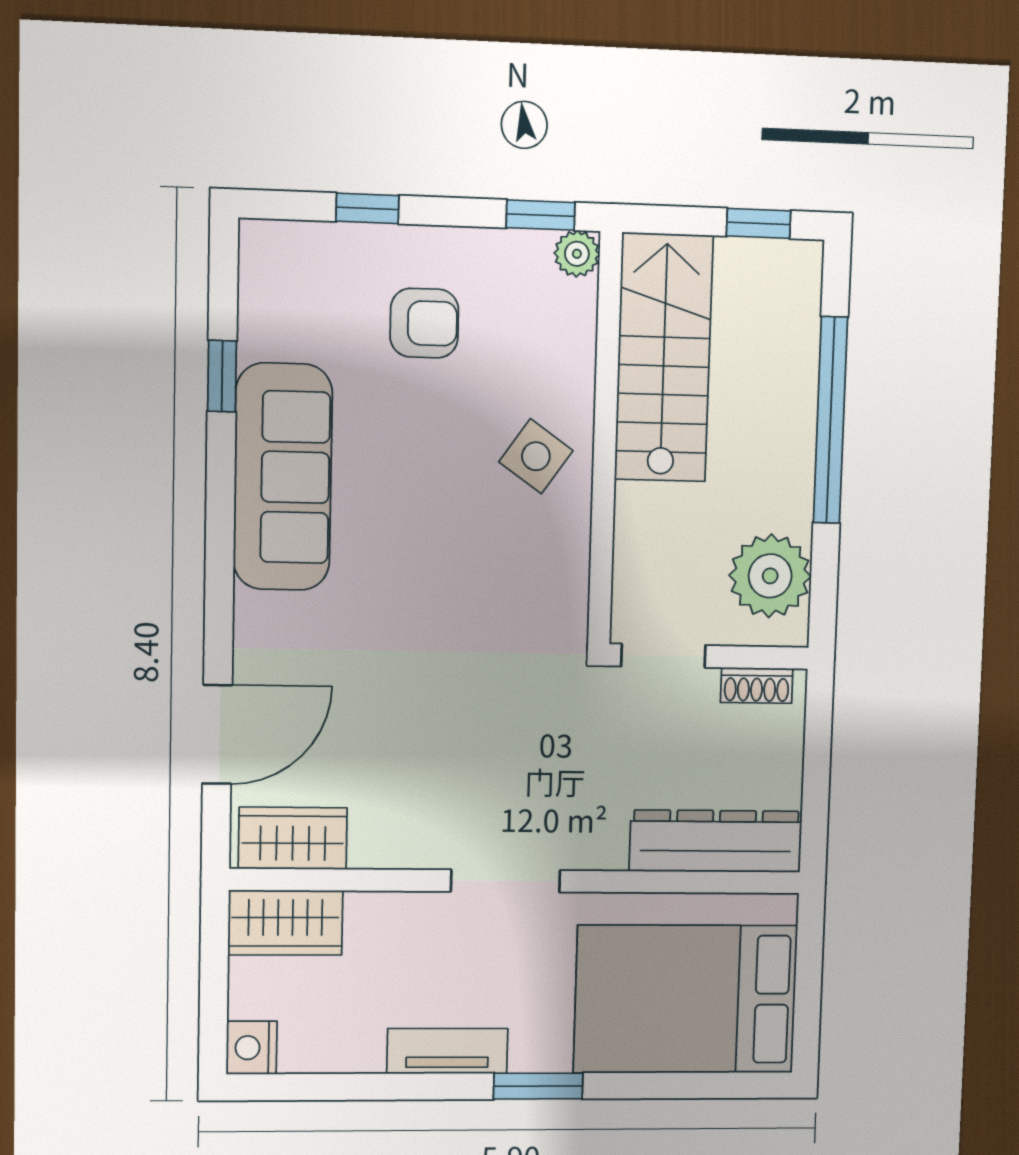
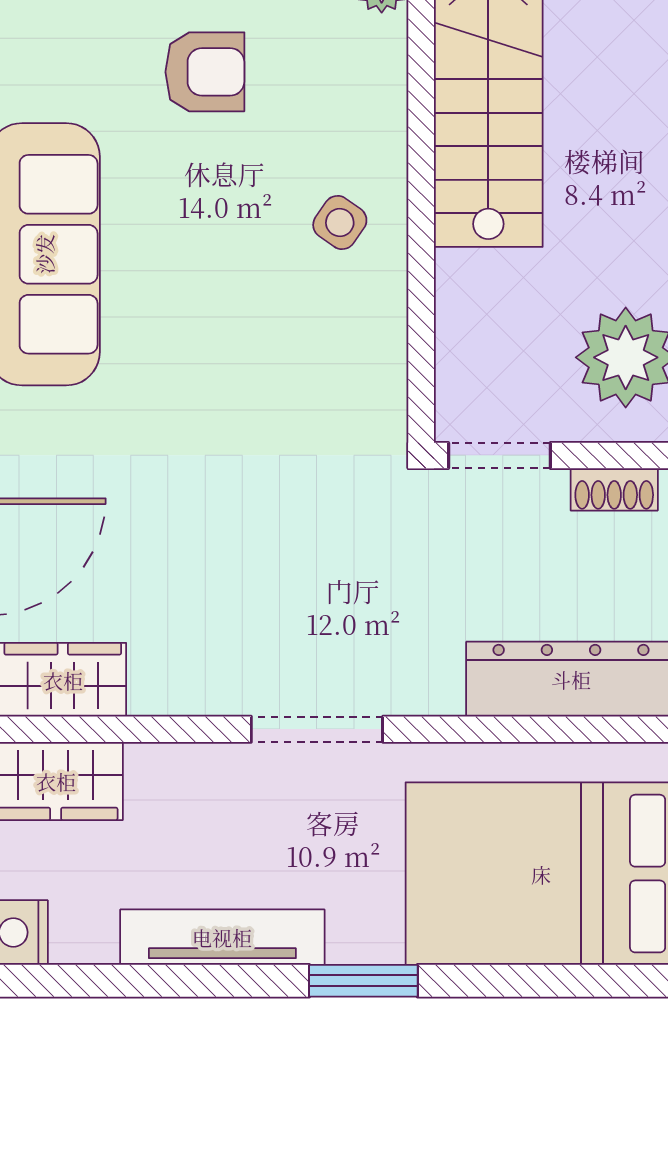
side table: (536, 456) -> (340, 223), width x0.73, depth x0.73
tv unit: (447, 1051) -> (222, 937), width x1.41

